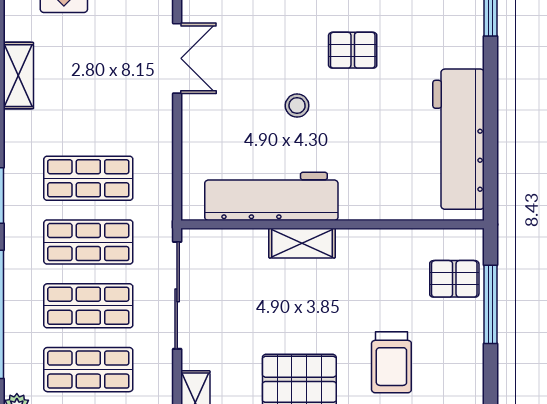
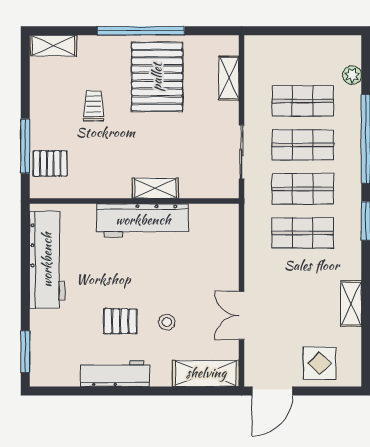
stool: (297, 106) -> (167, 322), moved
workbench: (271, 196) -> (143, 220), moved
sliding door: (177, 295) -> (241, 152), width x0.73
trolley: (391, 362) -> (94, 106), width x0.73, depth x0.72

